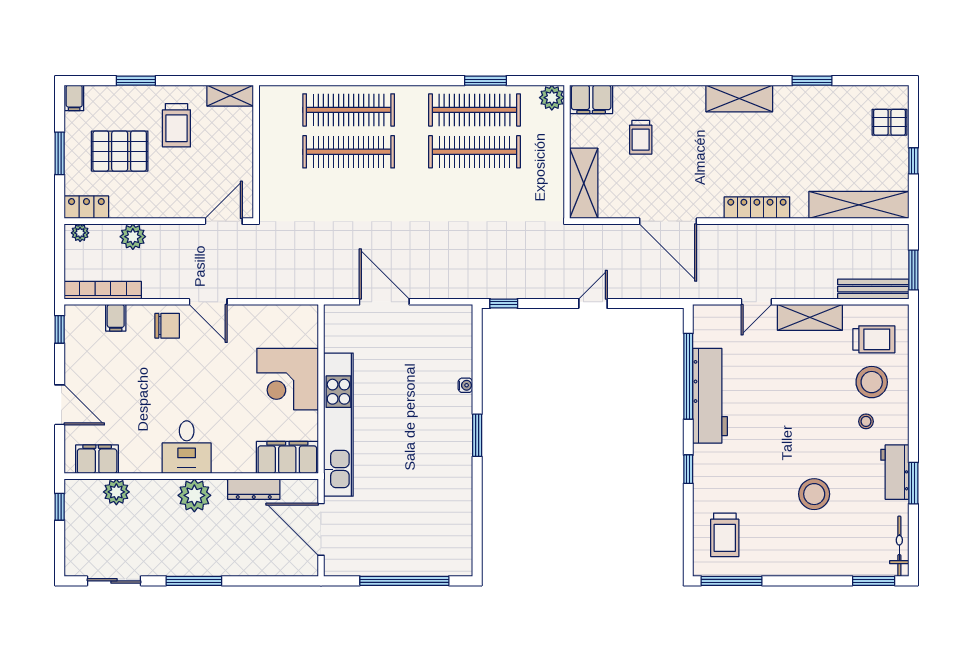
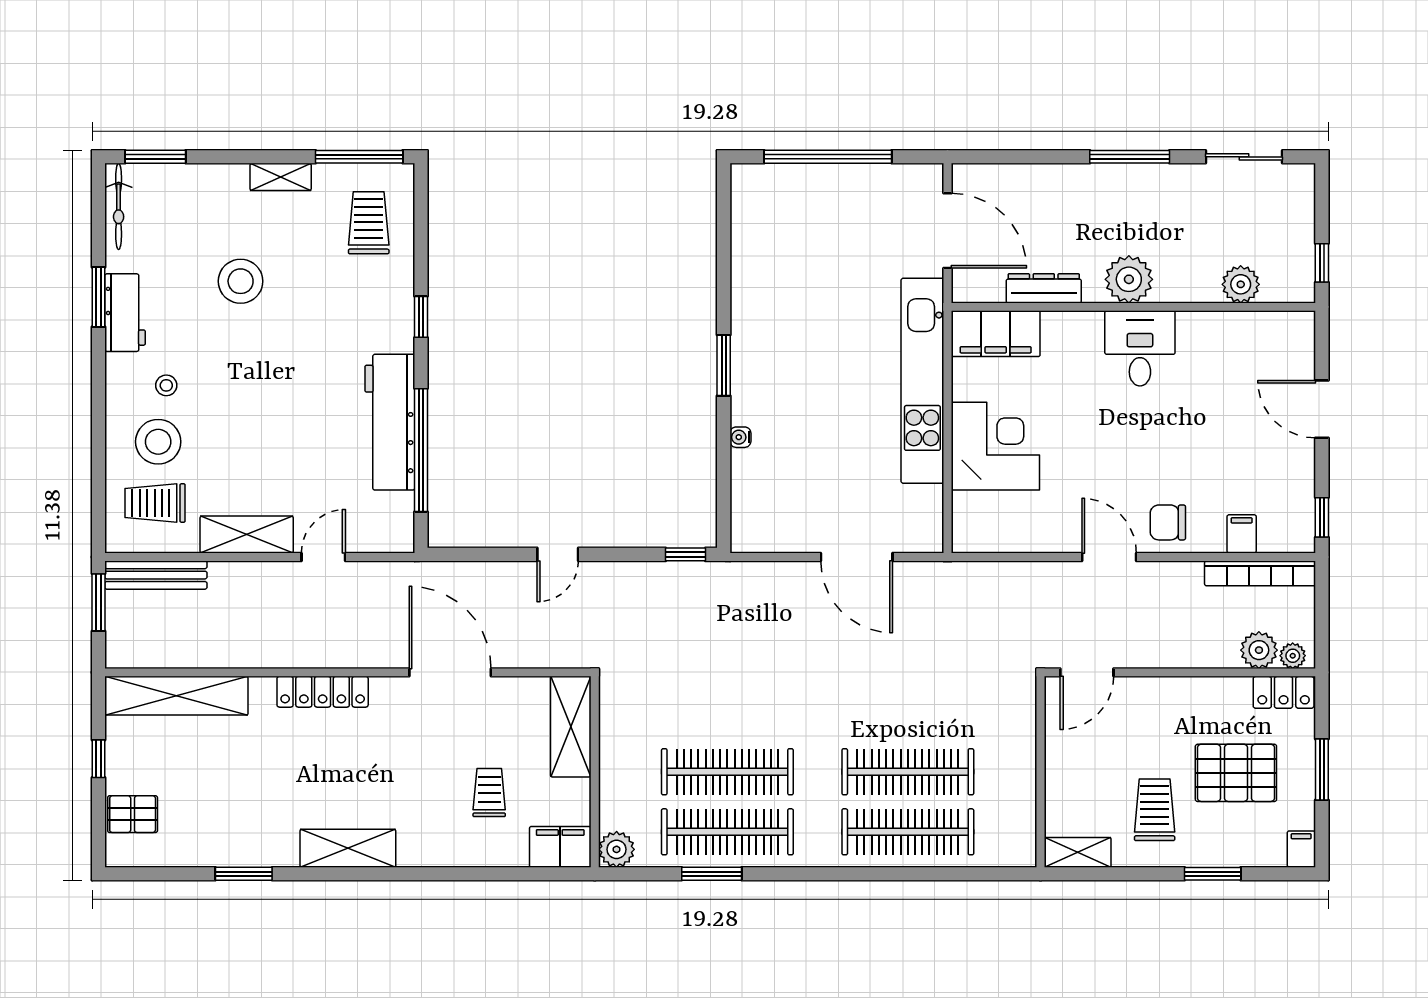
plant: (133, 237) -> (1259, 650), moved
filing cabinet: (97, 459) -> (1268, 331), removed
shelving: (786, 567) -> (281, 177), added

